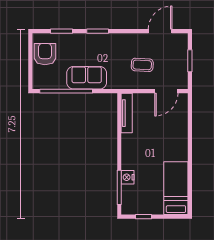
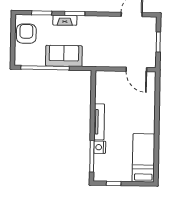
fireplace: (87, 39) -> (65, 20), added
coffee table: (142, 65) -> (115, 45), removed
door: (166, 91) -> (136, 69), hinge flipped
tv unit: (127, 113) -> (99, 122), moved

